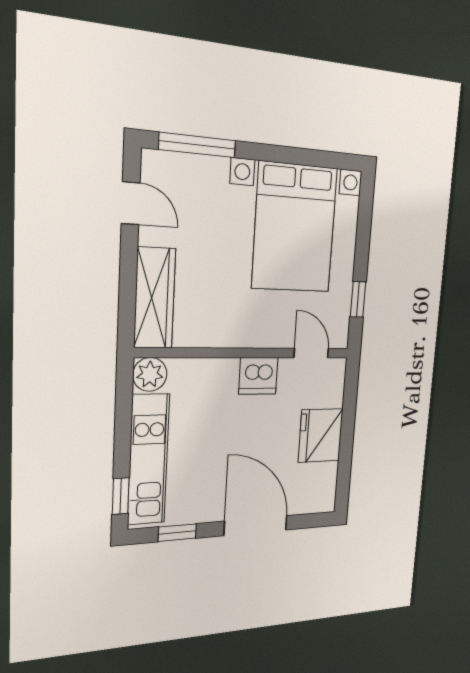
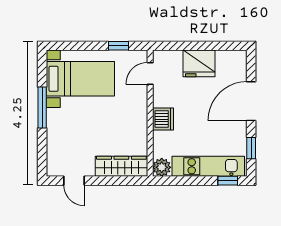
window: (197, 145) -> (42, 108), moved
door: (131, 203) -> (74, 181), swing flipped
bed with nightstands: (295, 228) -> (80, 79), width x0.73
dishwasher: (258, 376) -> (163, 119), moved

